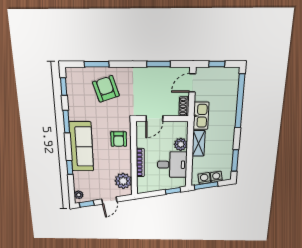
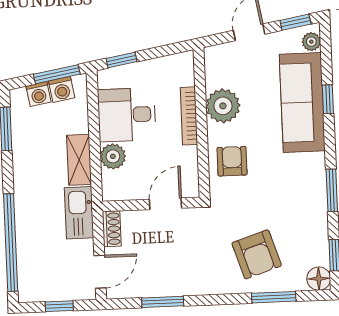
floor lamp: (72, 74) -> (319, 279), added
sofa: (81, 147) -> (302, 103), moved
plant: (123, 181) -> (223, 106), moved

